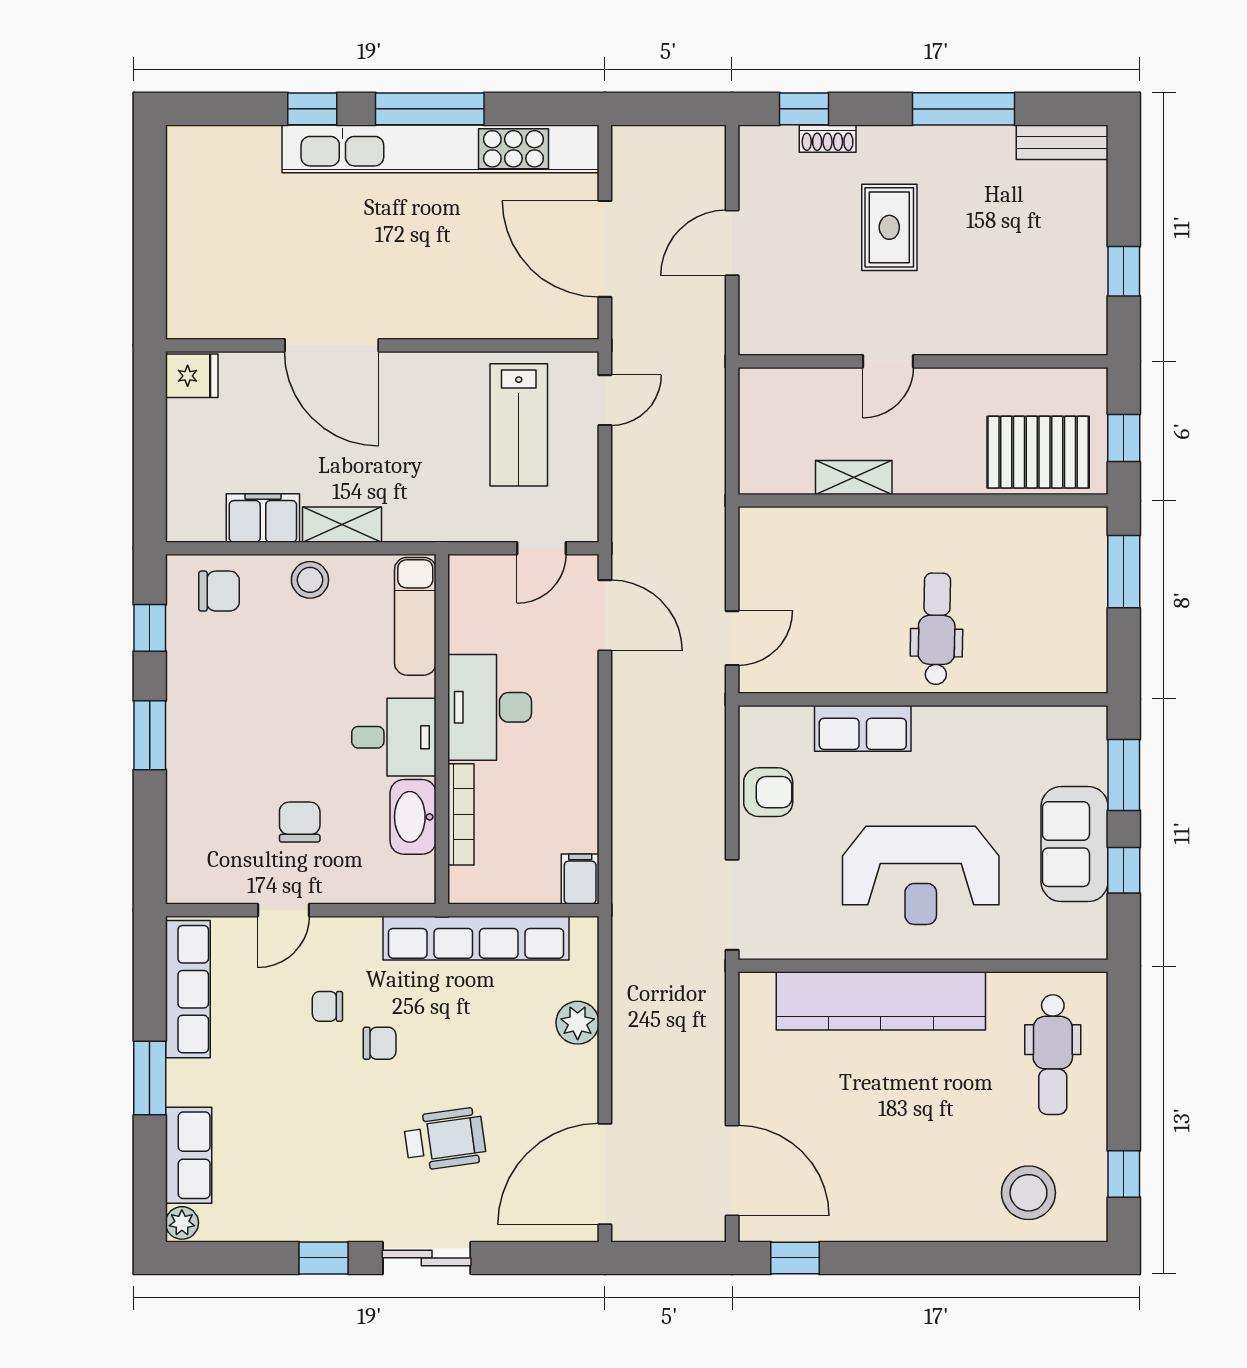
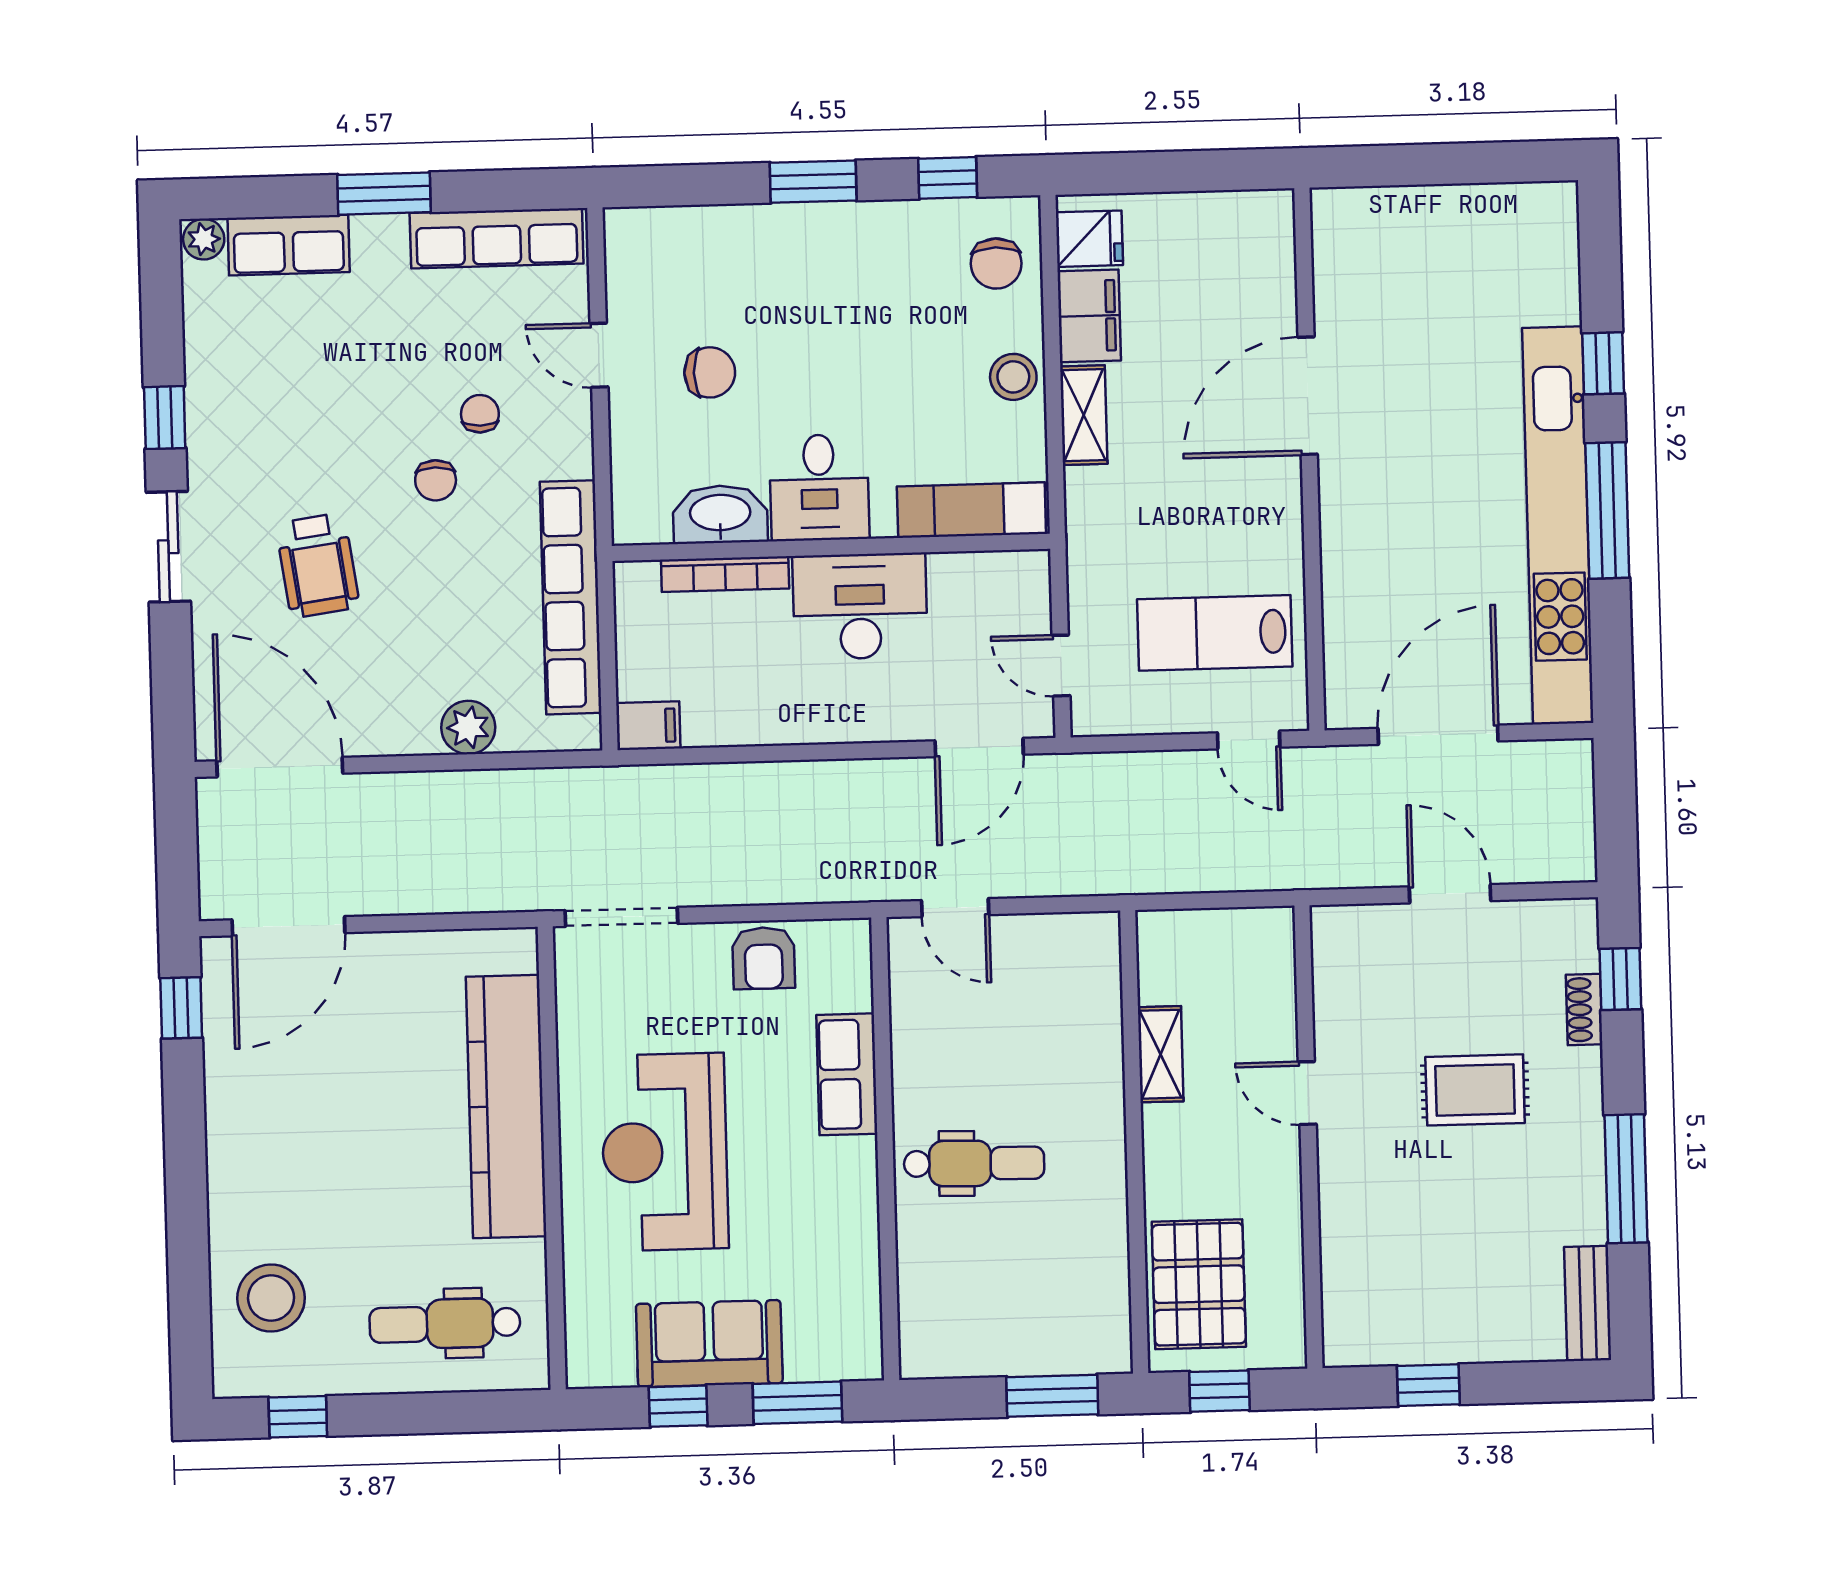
fridge: (192, 376) -> (1089, 239), moved, turned -90

